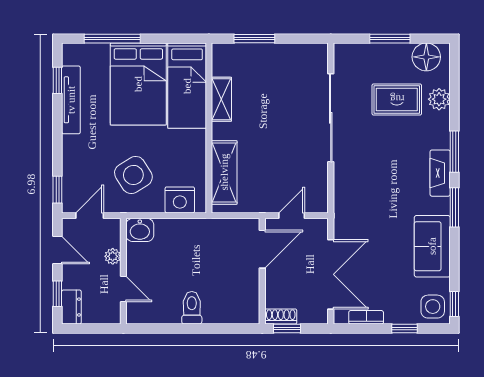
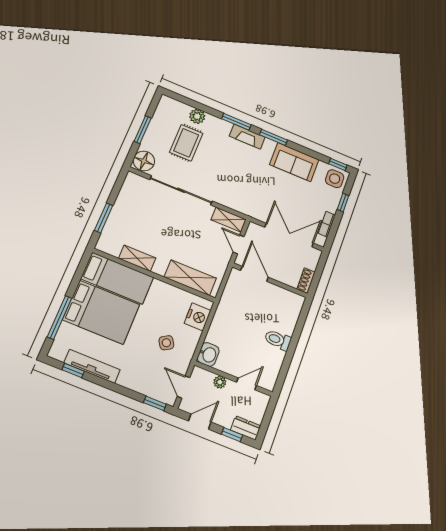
floor lamp: (426, 57) -> (144, 161), moved
side table: (133, 175) -> (166, 343), width x0.54, depth x0.54
shelving: (318, 191) -> (229, 220), added
window: (287, 328) -> (316, 280), removed

